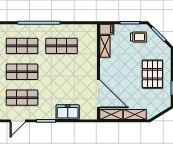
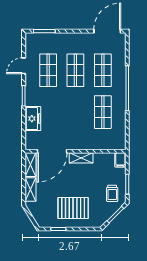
shelving: (105, 46) -> (81, 158), moved
door: (18, 121) -> (24, 66), hinge flipped

